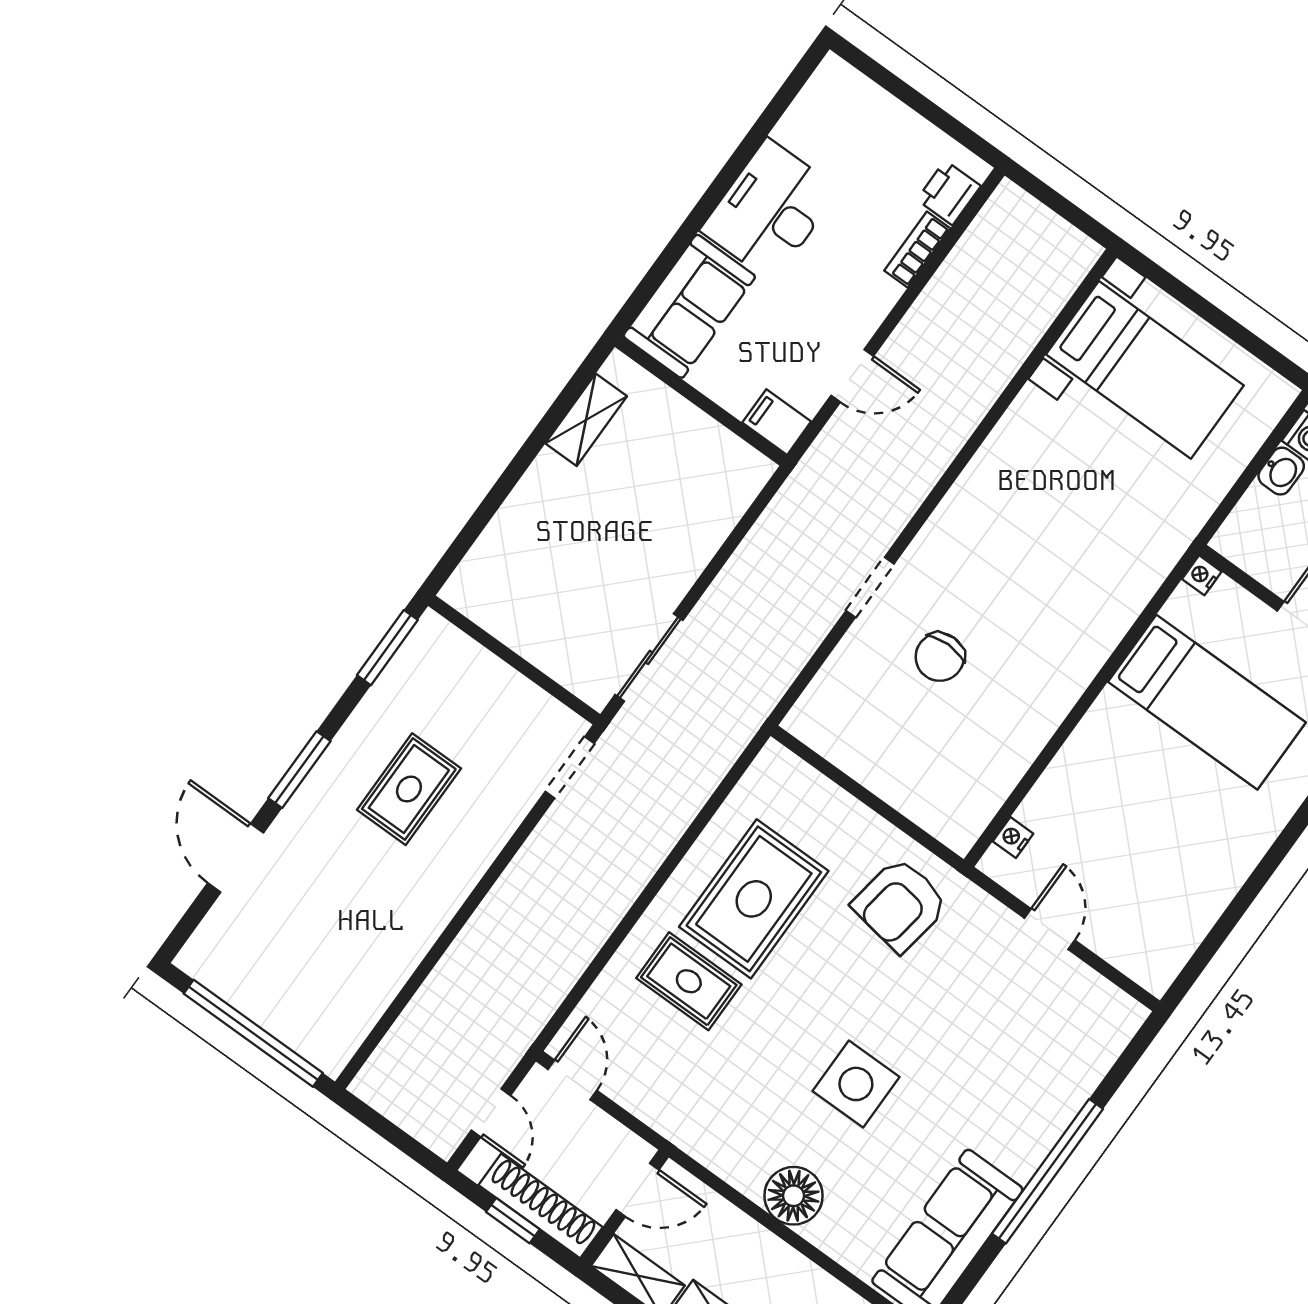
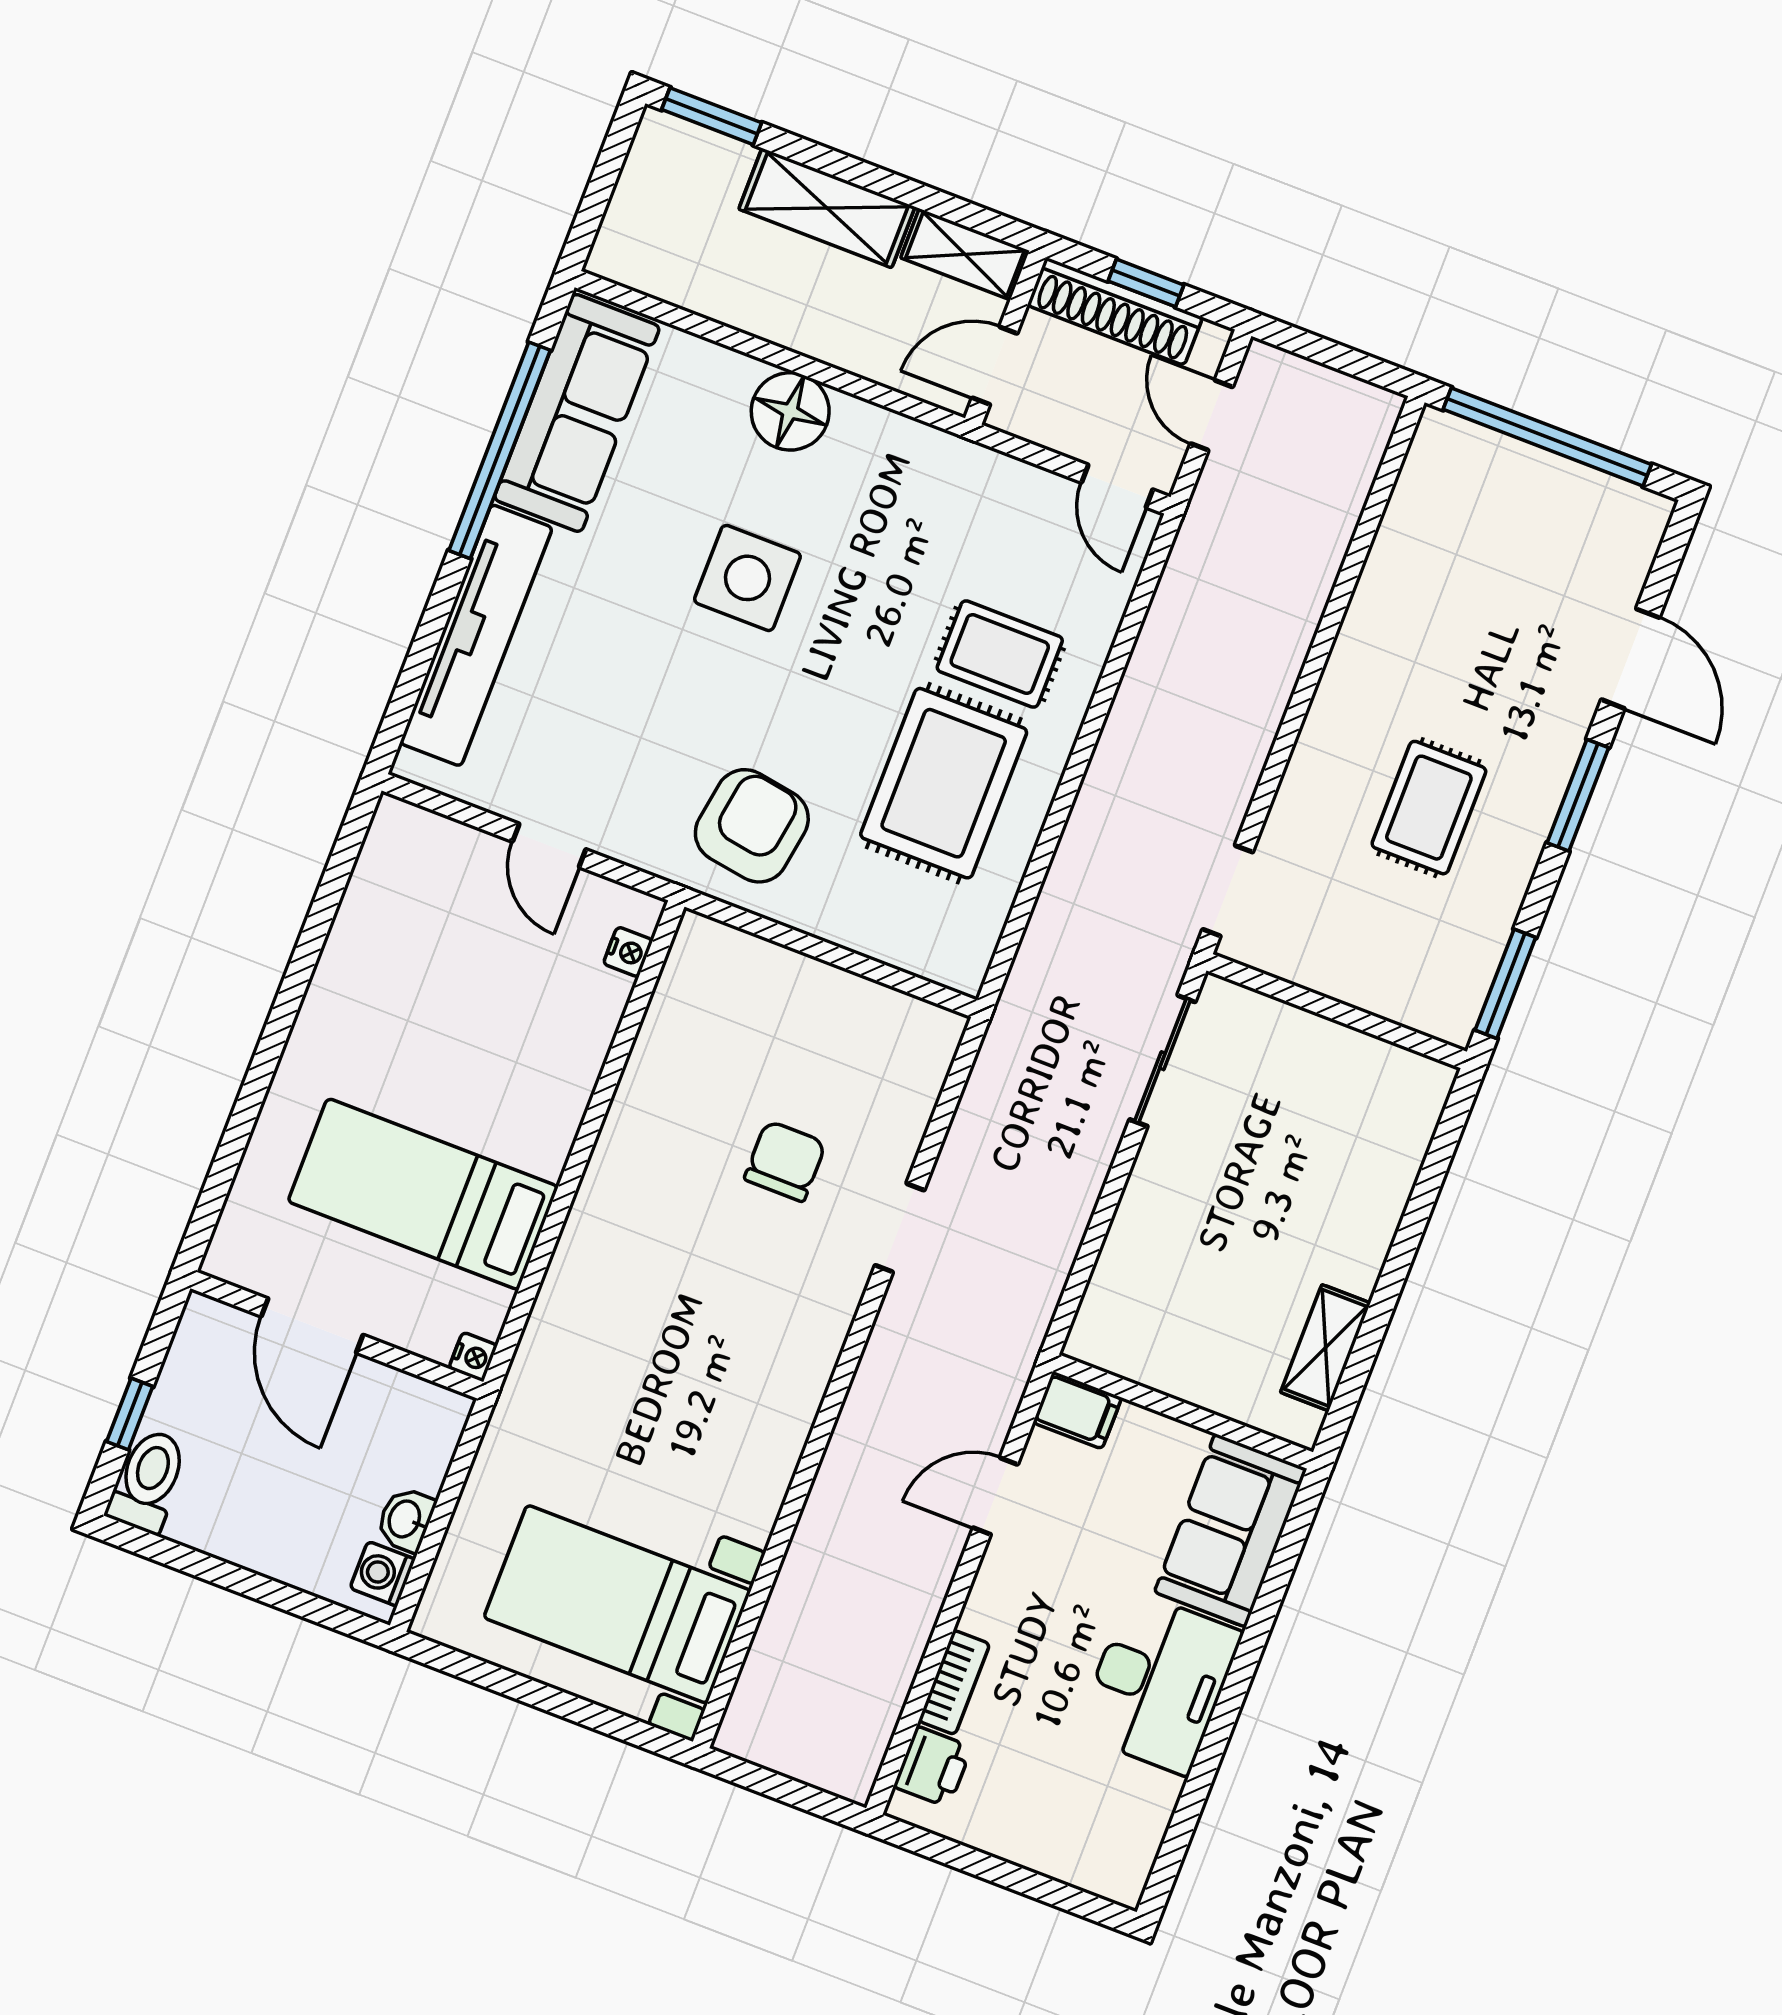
tv unit: (1062, 1094) -> (476, 635), added
window: (1047, 1171) -> (500, 450), moved

